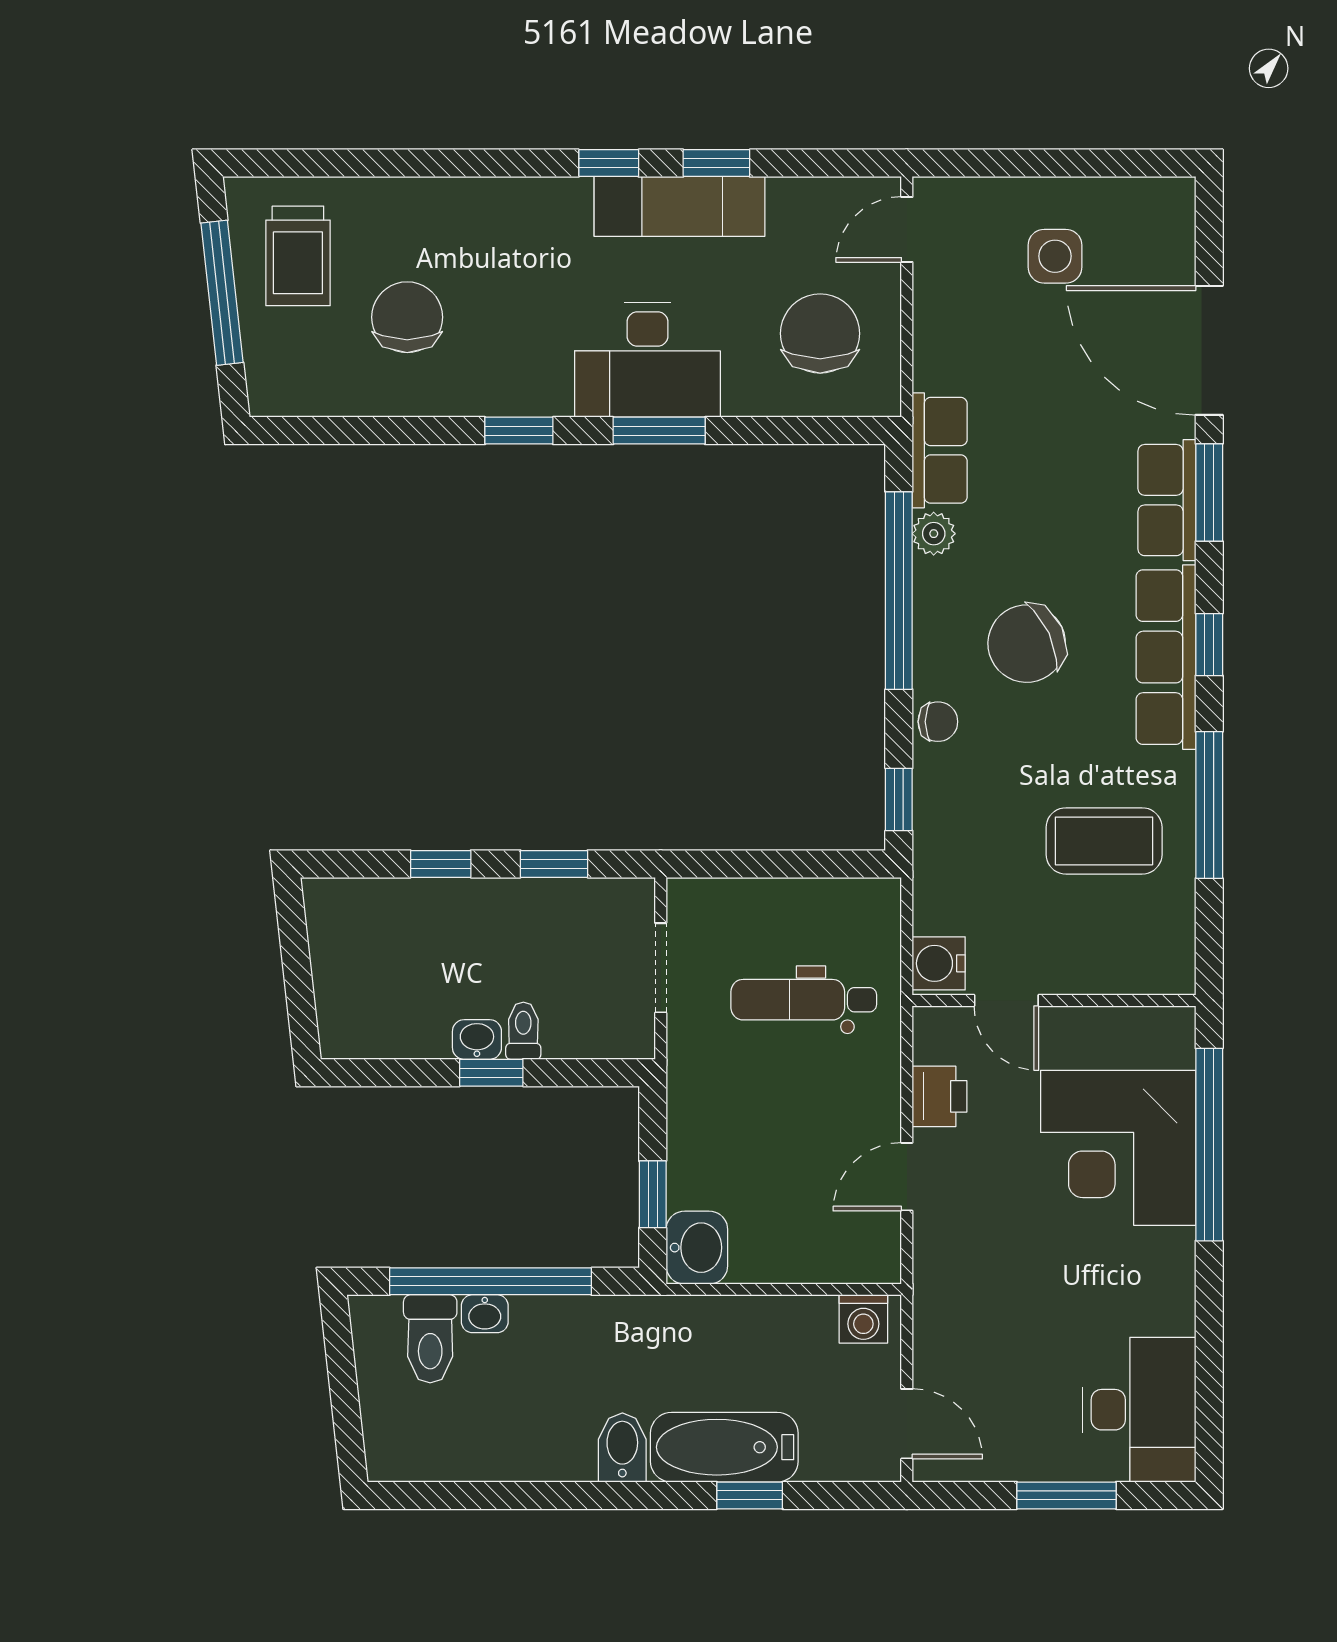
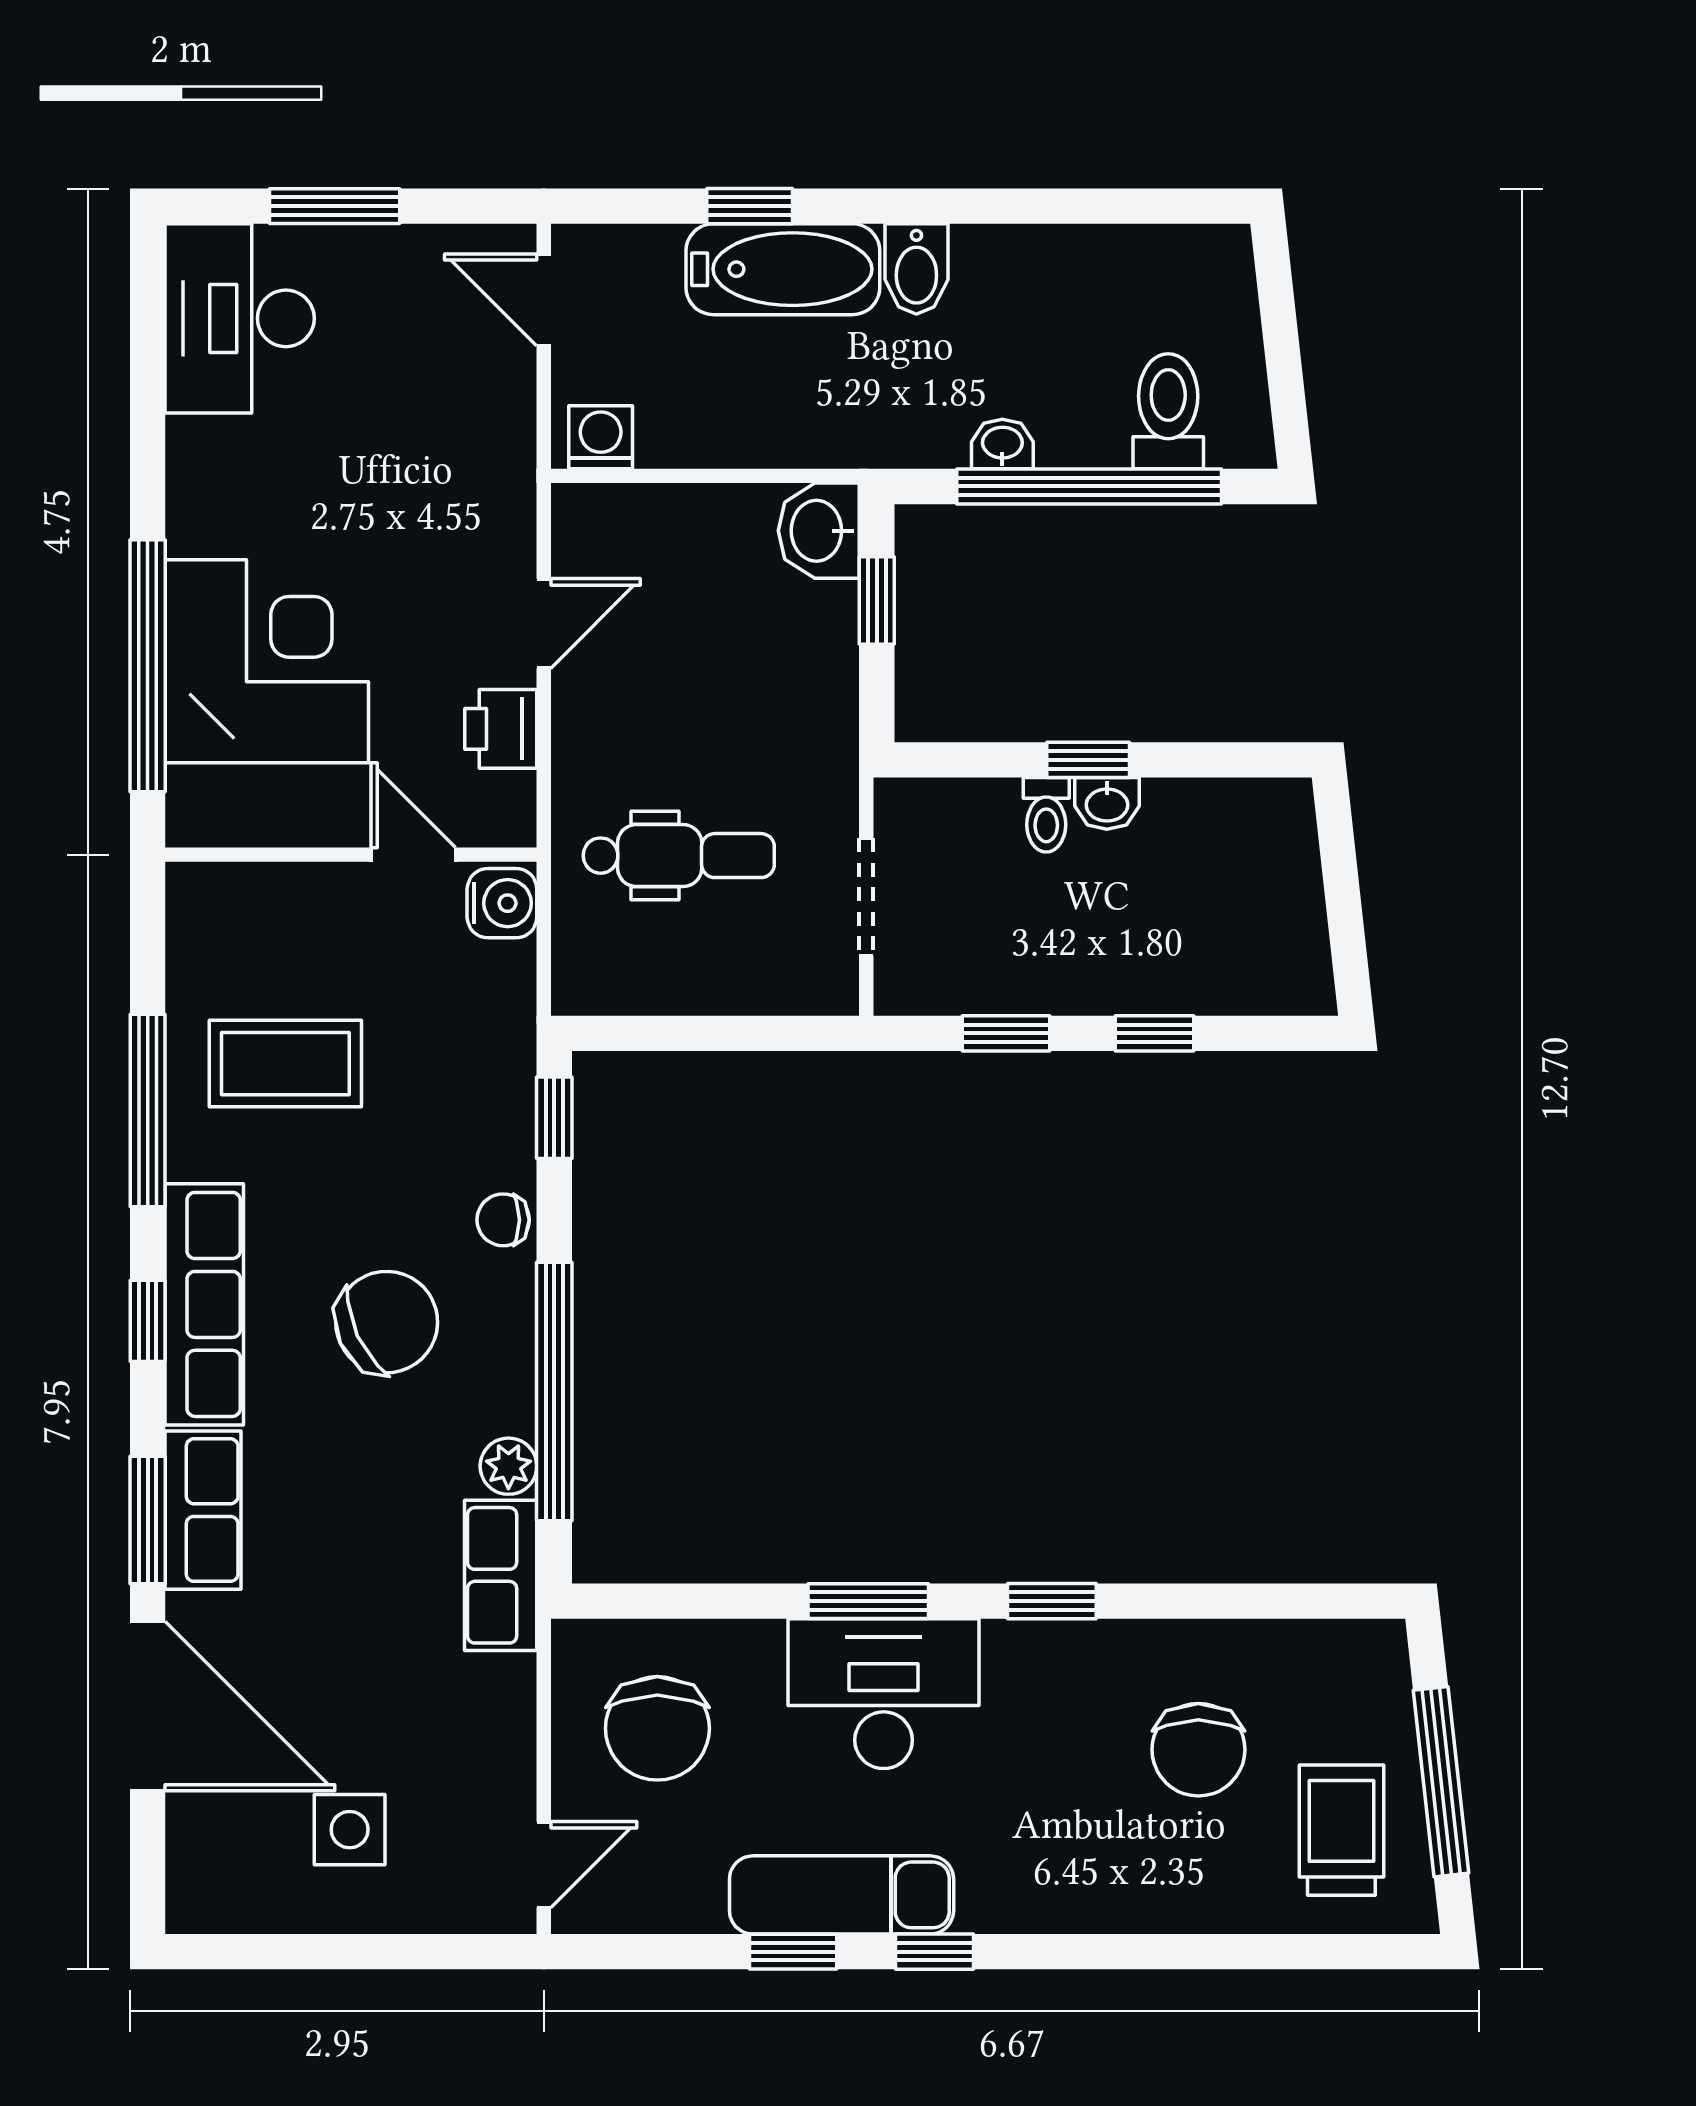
washbasin: (485, 1314) -> (1002, 444), moved

